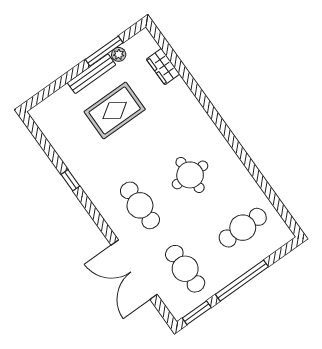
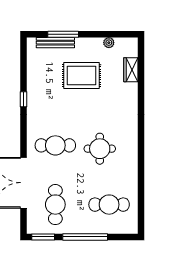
window: (104, 51) -> (63, 34), moved
bench: (92, 74) -> (55, 43), moved
cafe table: (140, 205) -> (55, 145), turned 90

